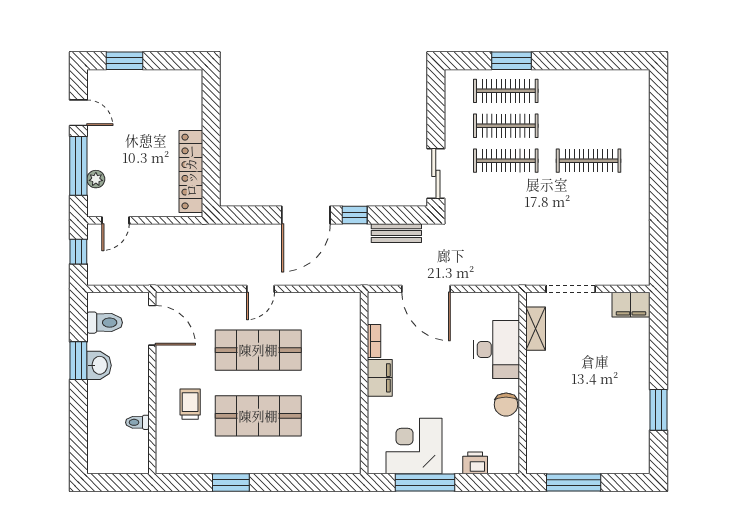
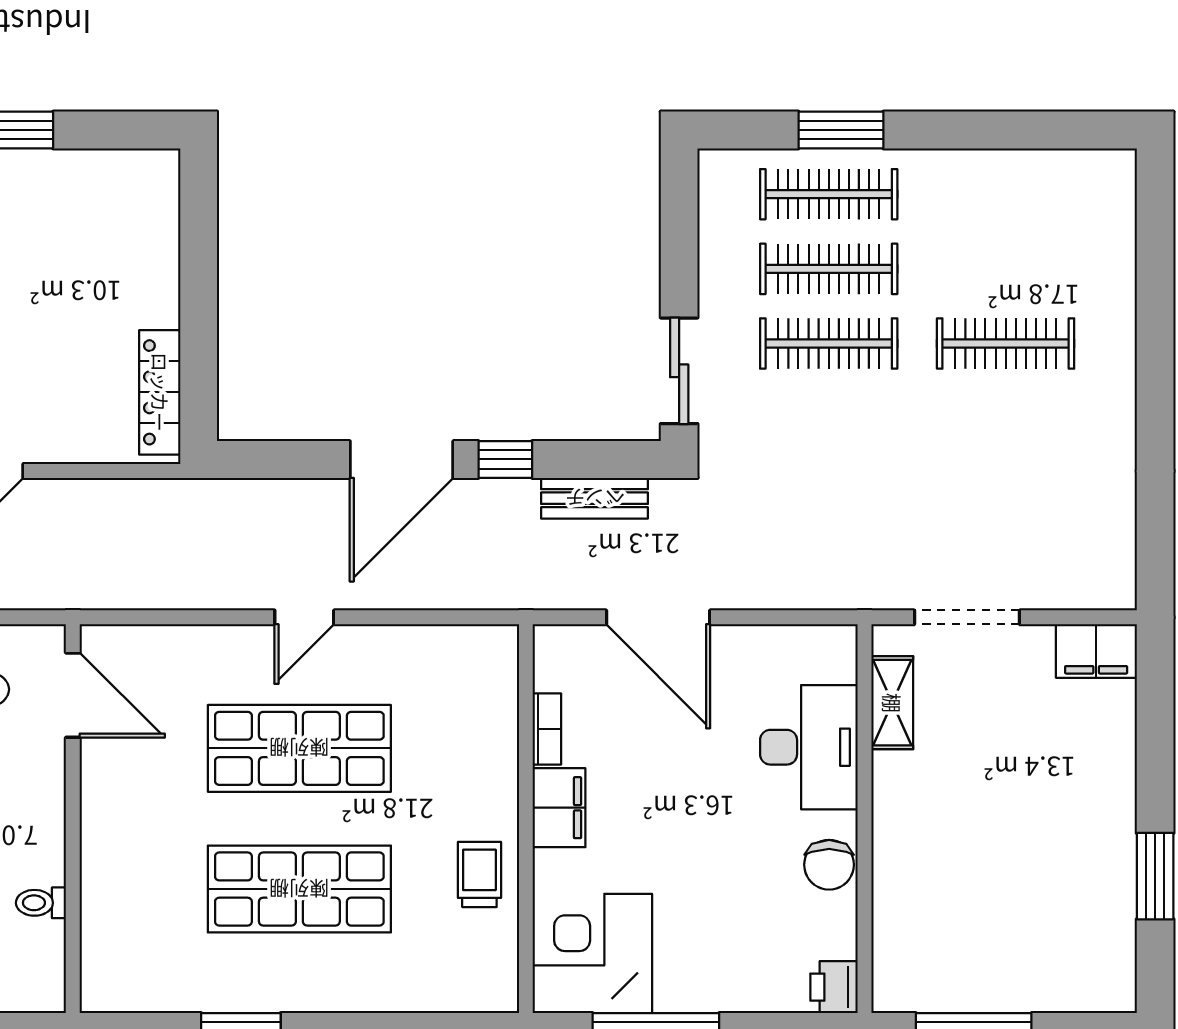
locker: (191, 171) -> (160, 392), width x0.71, depth x0.83
trolley: (190, 404) -> (479, 874), moved
corner desk: (414, 446) -> (592, 954), moved
printer: (475, 463) -> (834, 987), moved, turned -90

